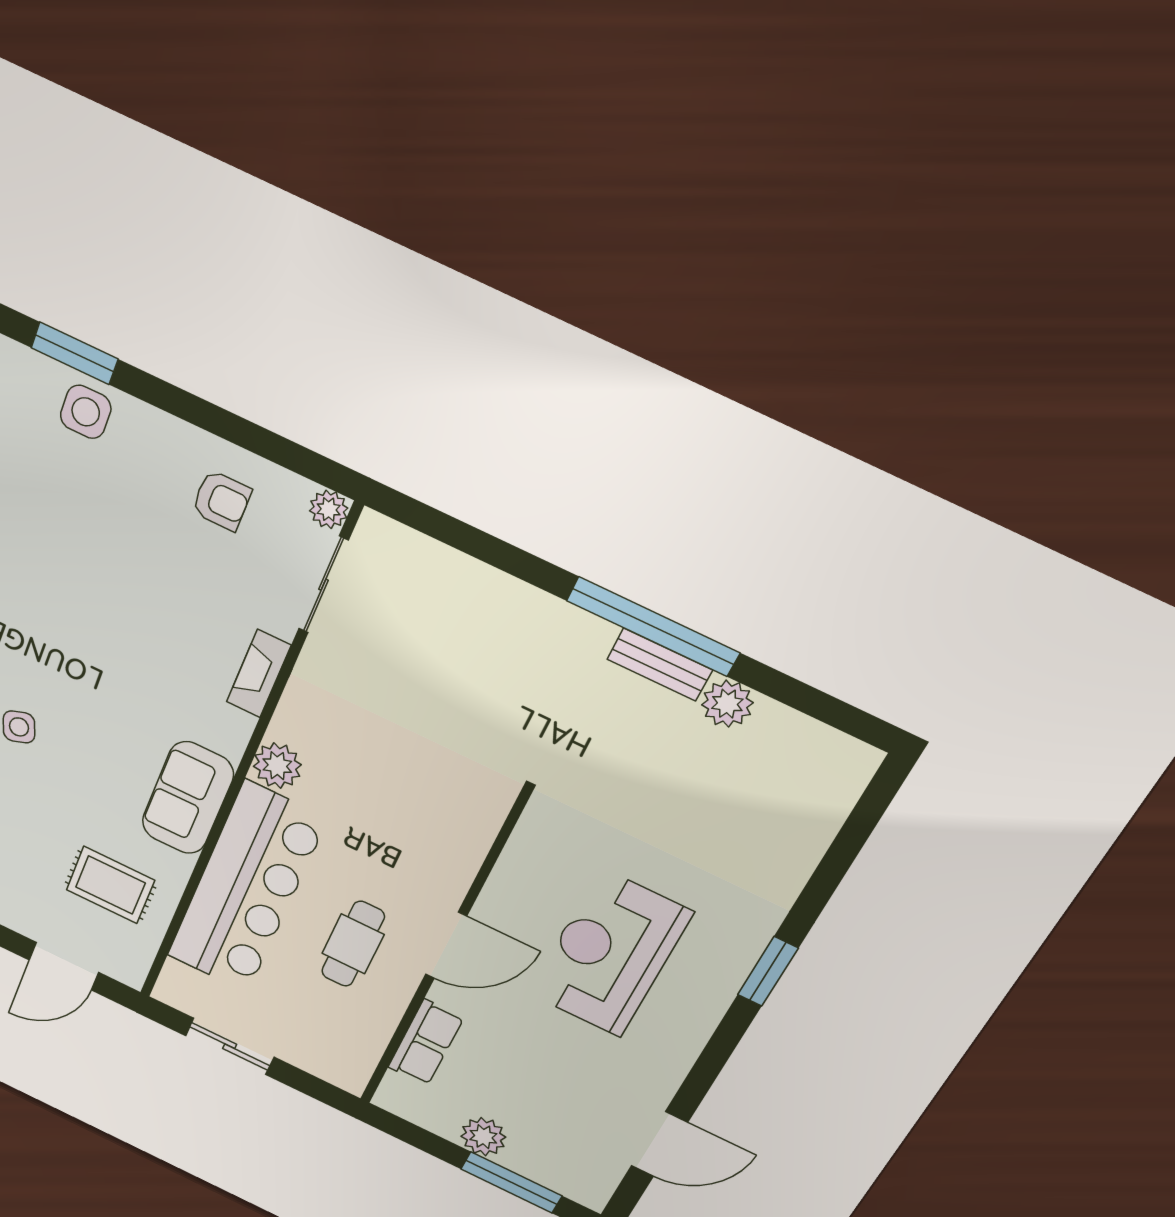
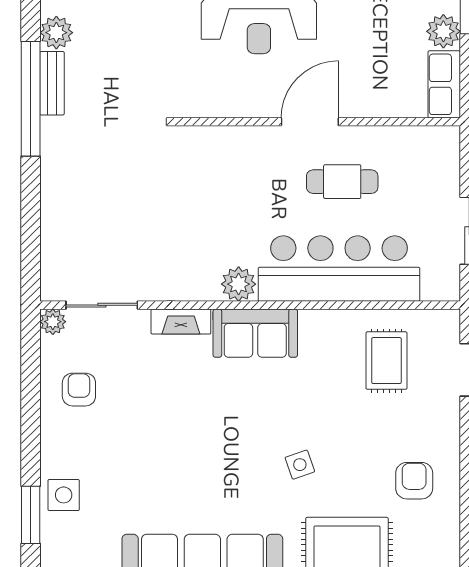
sofa: (188, 798) -> (255, 333), moved
door: (446, 945) -> (310, 122), hinge flipped
row of seats: (426, 1043) -> (444, 84), moved, turned -90

